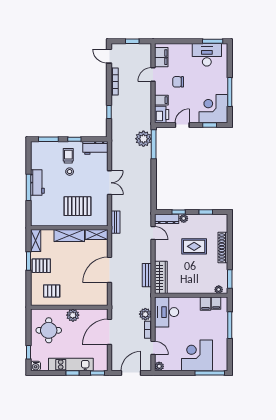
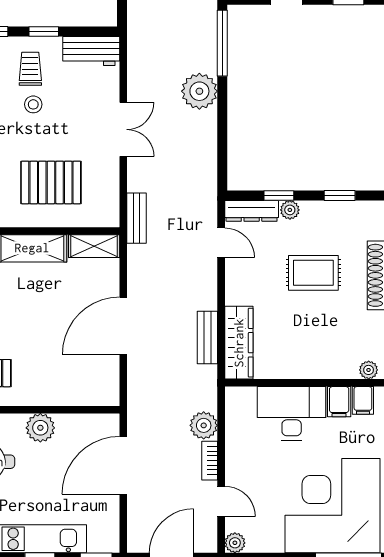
plant: (143, 139) -> (199, 91), moved
desk: (167, 312) -> (292, 413), moved, turned 90
corner desk: (197, 355) -> (332, 506), width x1.36, depth x1.36

